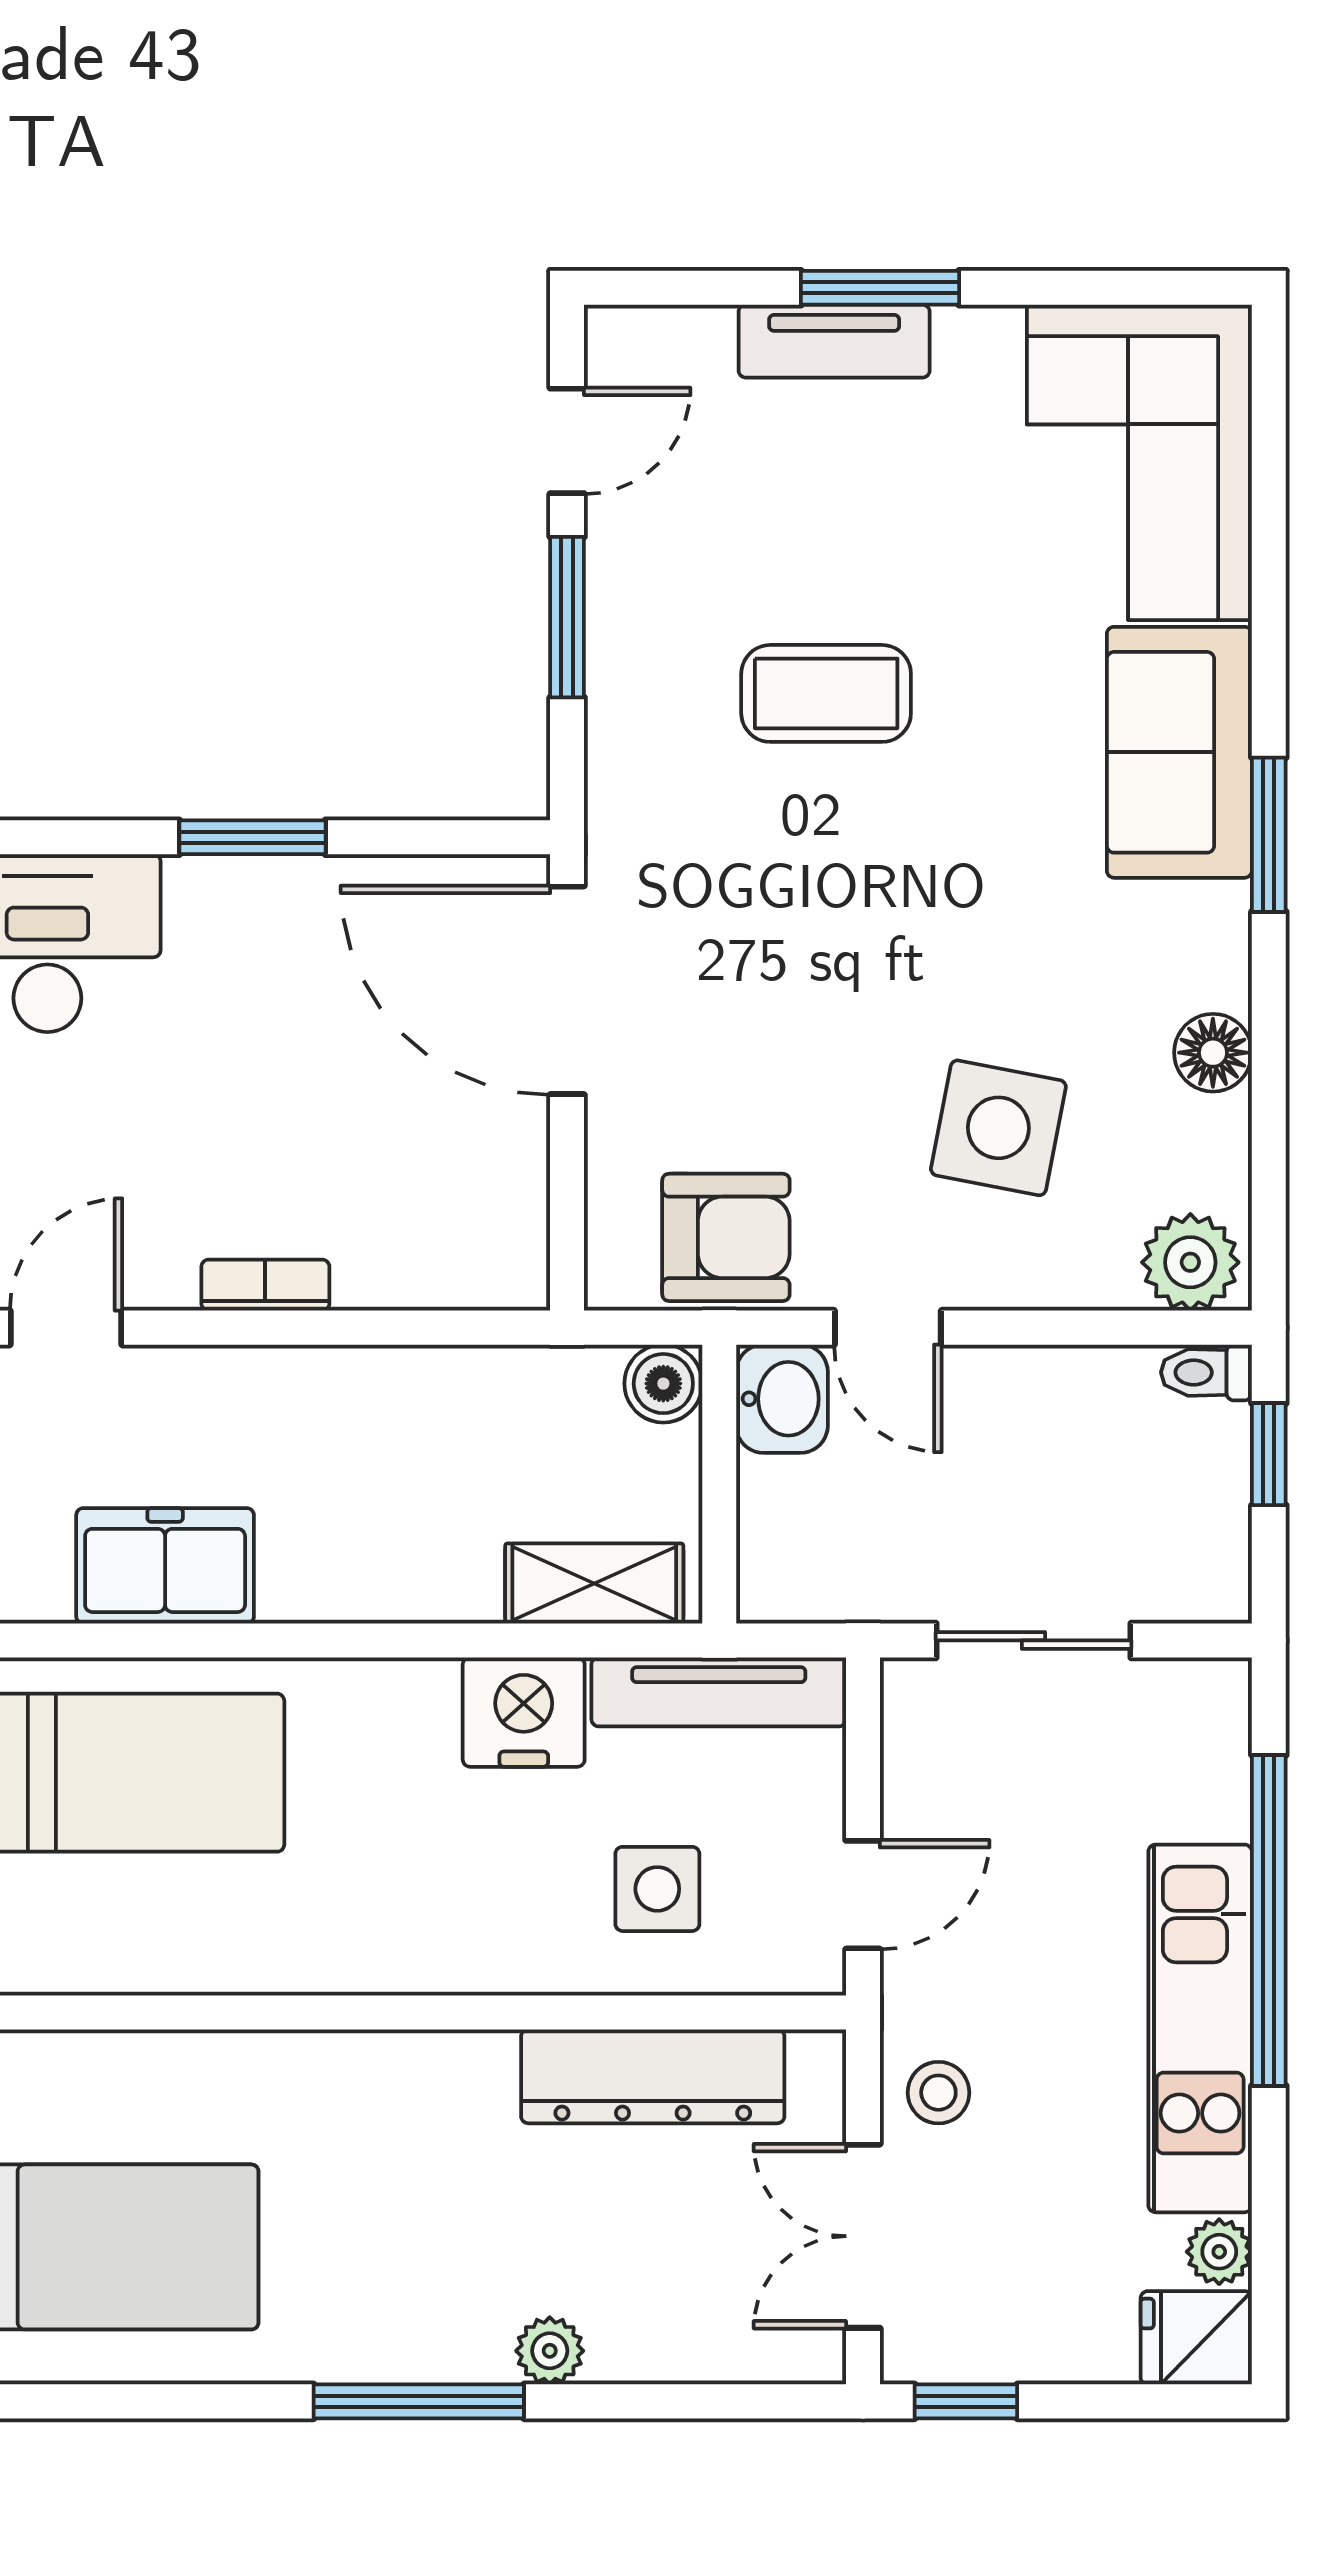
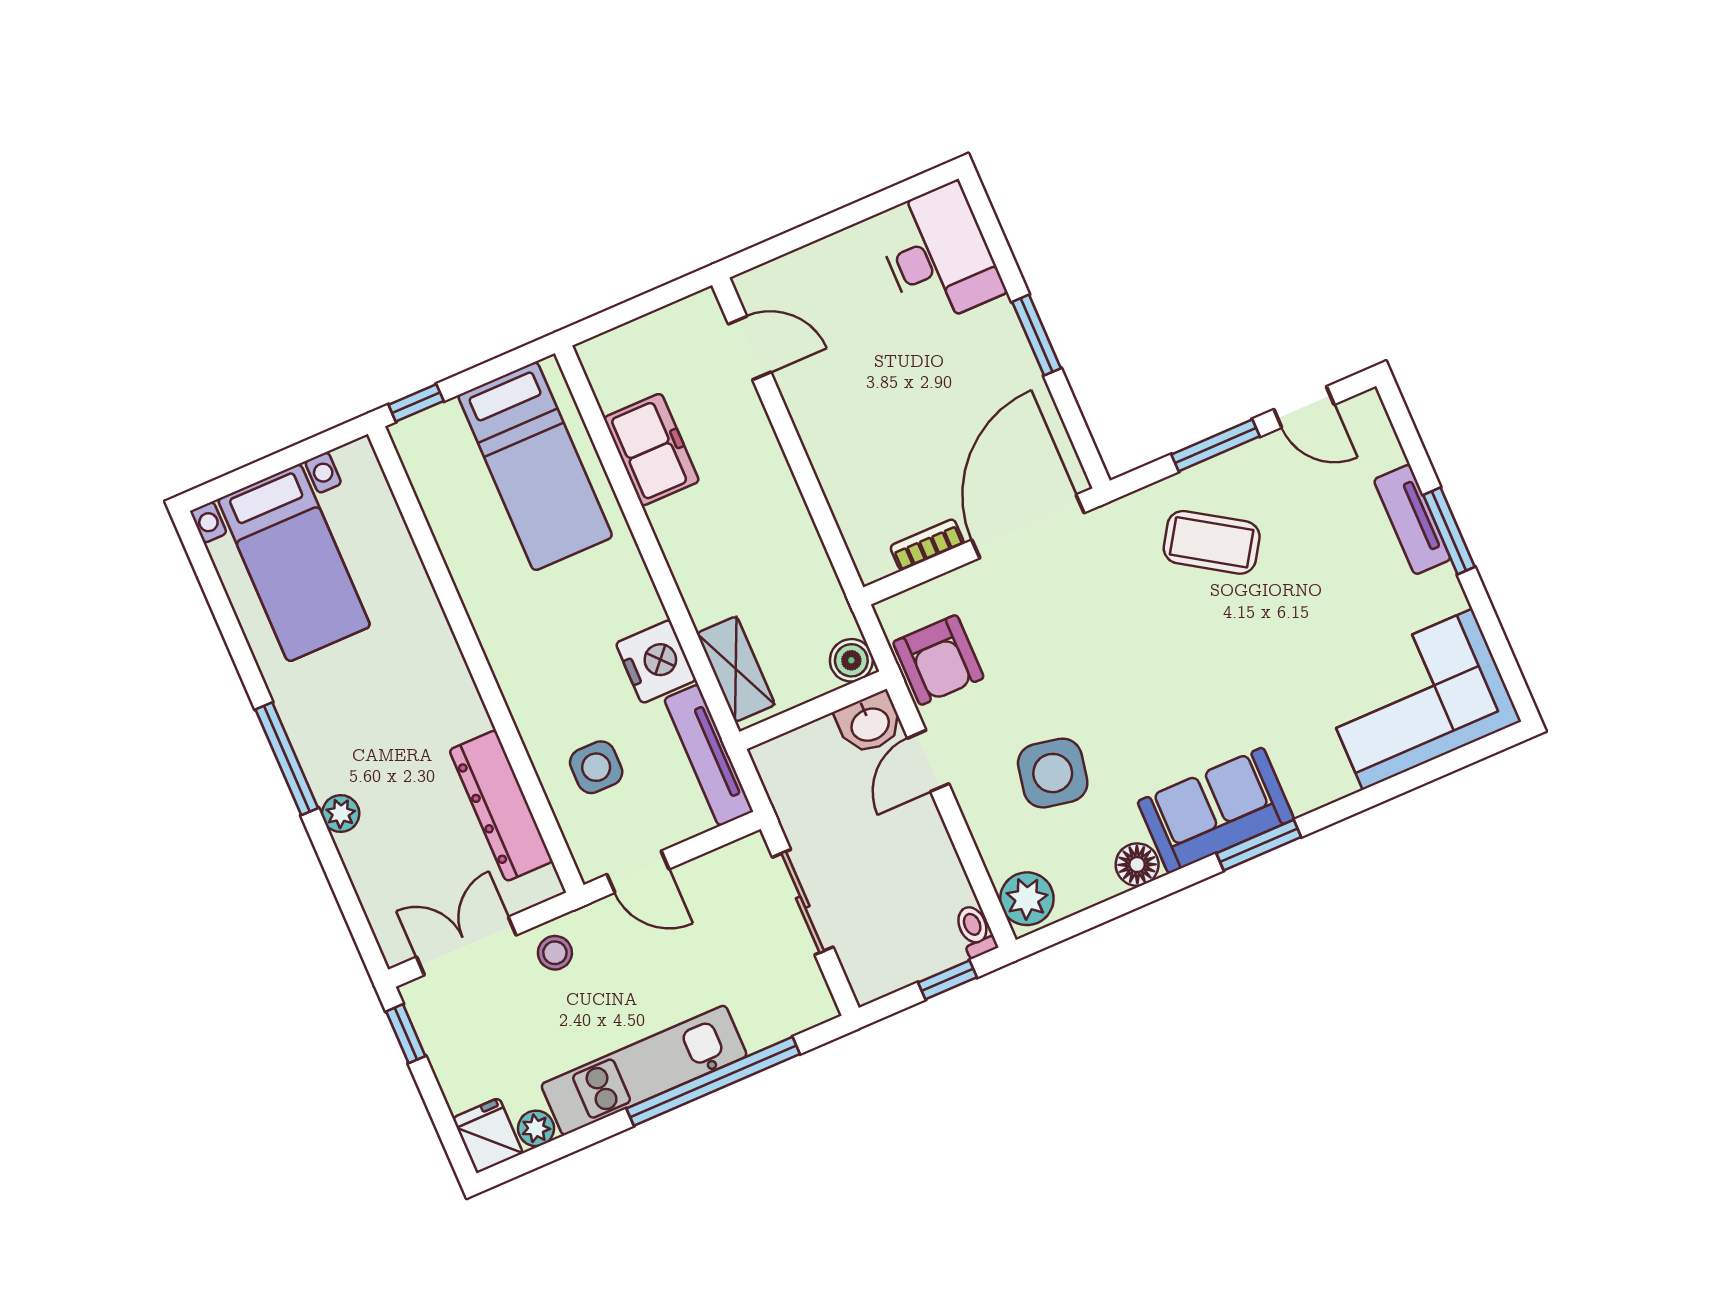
coffee table: (826, 693) -> (1212, 542), moved, turned -57
sofa: (1179, 752) -> (1216, 810), moved
bookcase: (265, 1285) -> (927, 545), moved, turned -90

